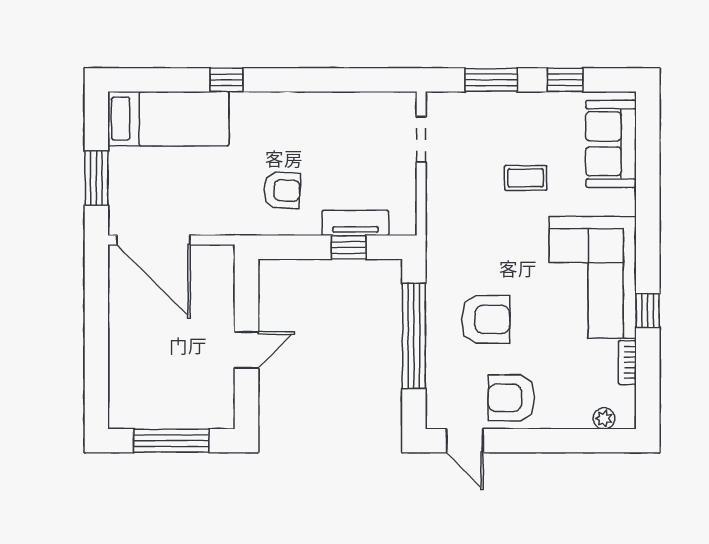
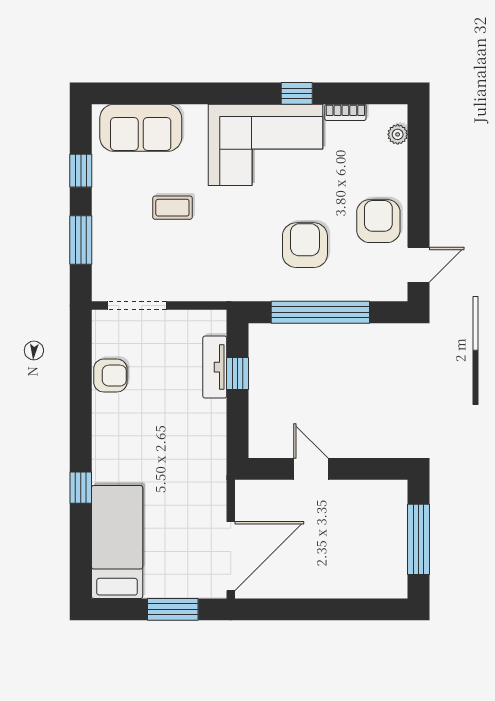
doorway: (421, 139) -> (137, 305), width x1.38
coffee table: (526, 178) -> (172, 208), turned 90
armchair: (282, 190) -> (110, 376), moved, turned 87
door: (246, 350) -> (311, 469), moved
armchair: (511, 398) -> (378, 221), turned 180

